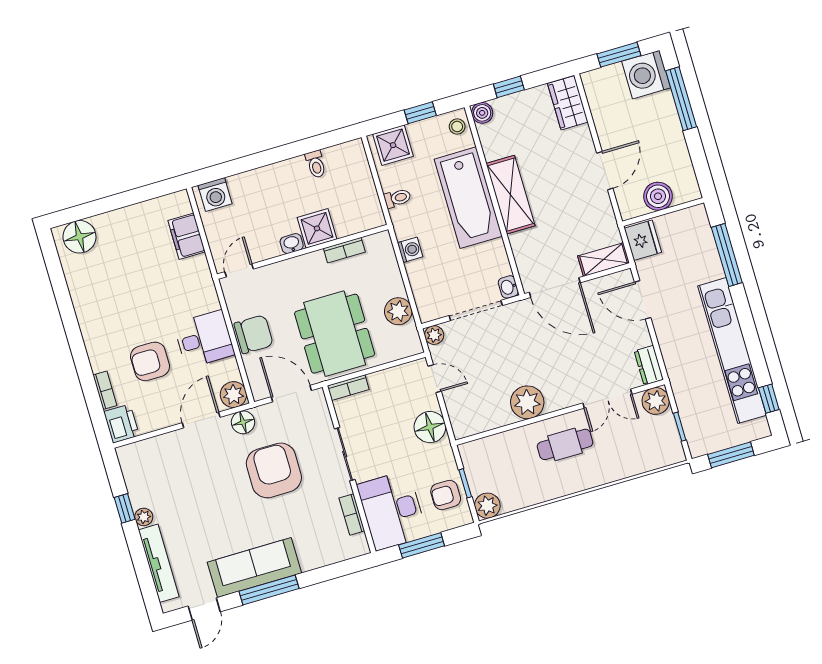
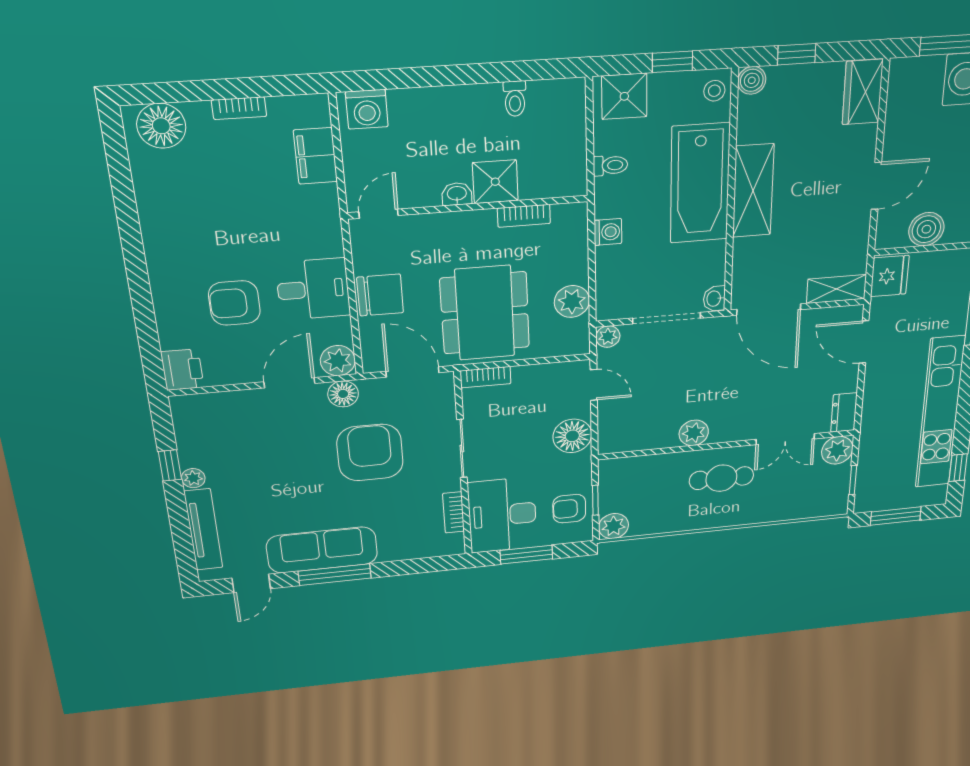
bookcase: (105, 390) -> (239, 108), moved, turned 90
plant: (527, 402) -> (694, 433), width x0.73, depth x0.73

